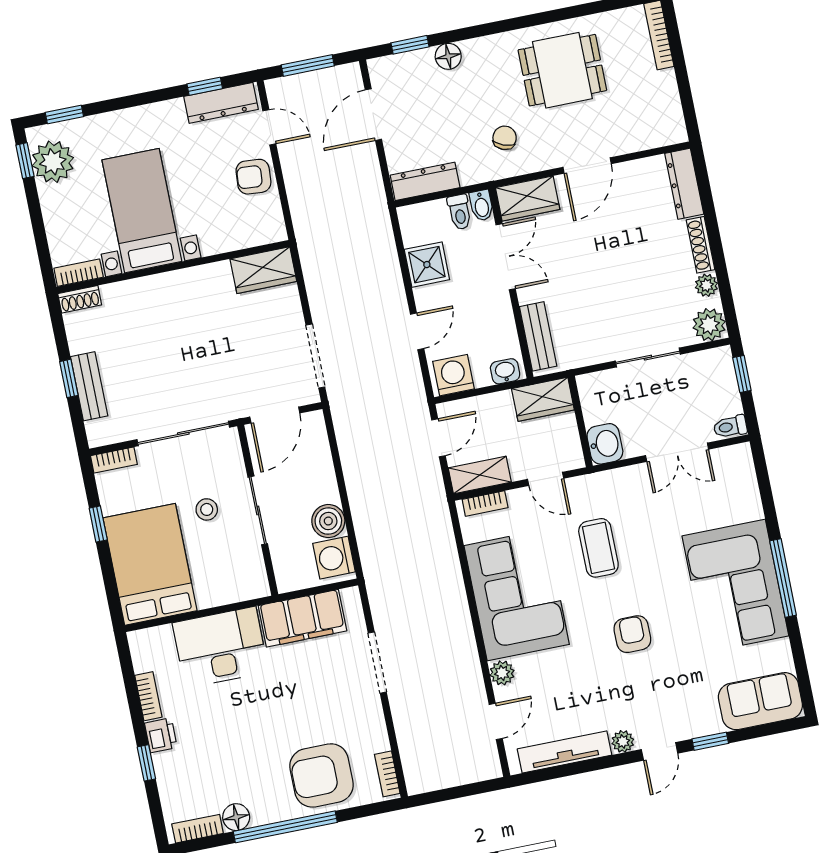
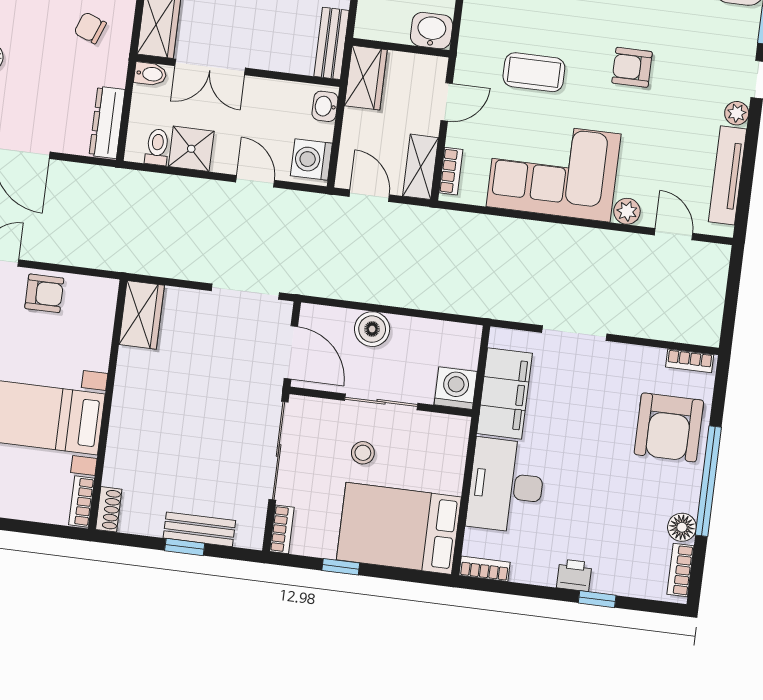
armchair: (253, 177) -> (44, 293), turned -94
toilet: (460, 212) -> (157, 147), moved, turned -90
double door: (506, 257) -> (210, 67), swing flipped
bench: (538, 336) -> (331, 43), moved, turned 90
boiler: (328, 521) -> (372, 329), moved
washing machine: (334, 558) -> (456, 388), moved, turned 180
bookcase: (148, 696) -> (484, 569), moved

